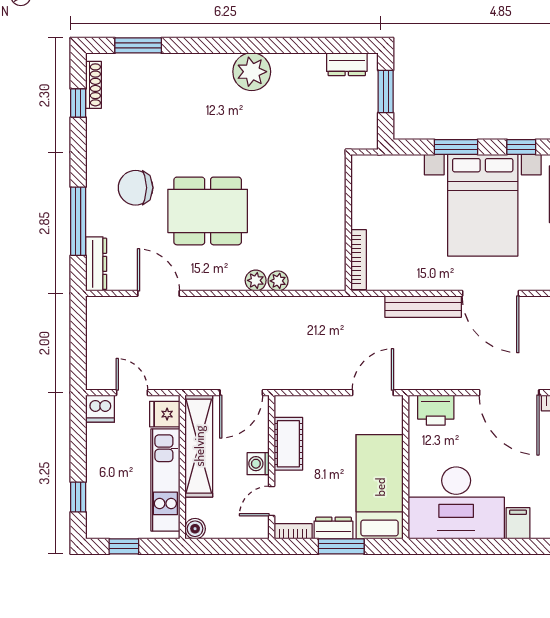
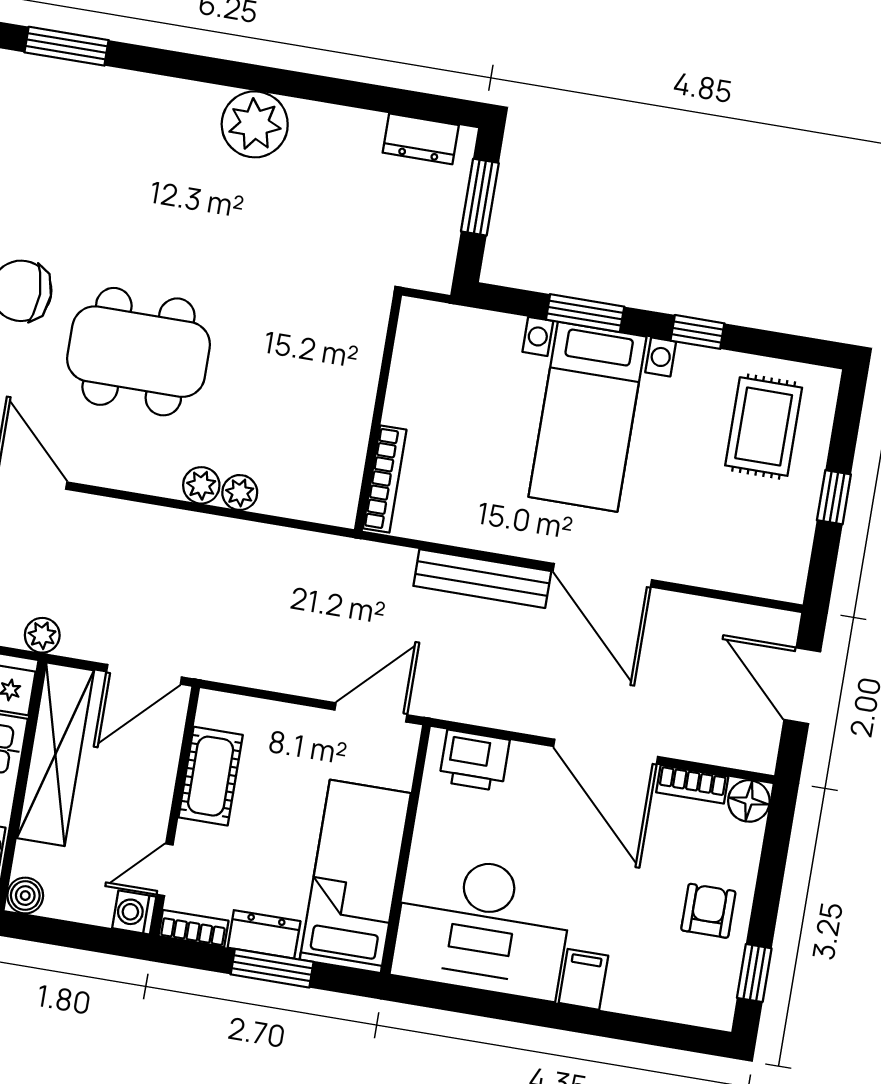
bed with nightstands: (483, 205) -> (588, 417), width x0.73
plant: (180, 380) -> (42, 635), added
washing machine: (258, 464) -> (134, 912), moved

